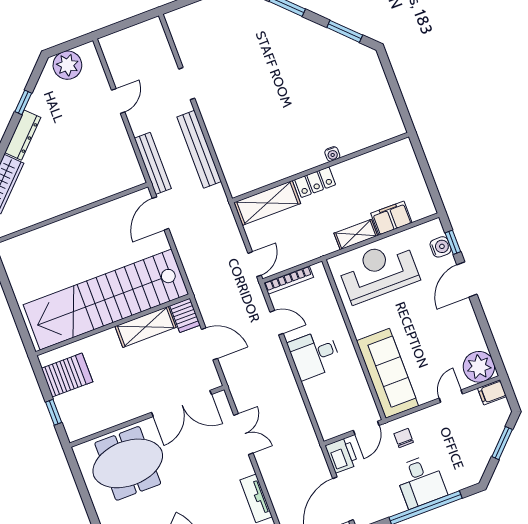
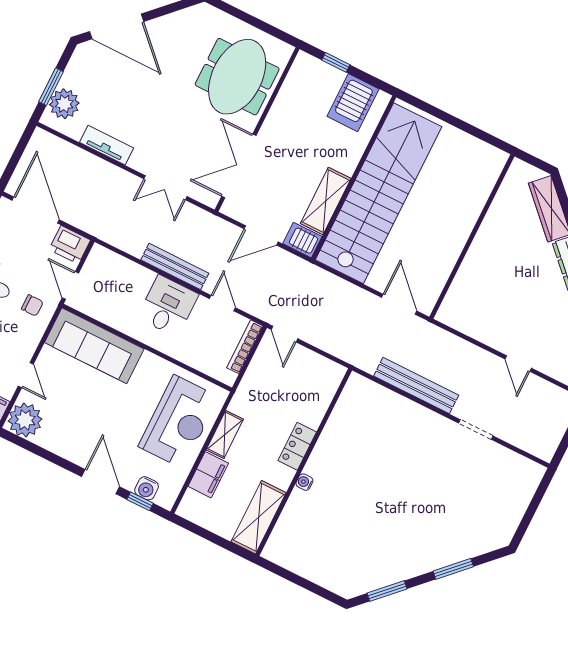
bench: (153, 163) -> (175, 267), moved
shelving: (267, 203) -> (259, 517), moved
door: (277, 323) -> (222, 303), swing flipped

